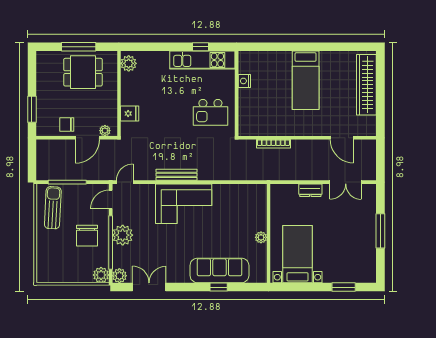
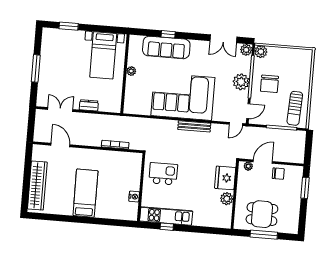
plant: (129, 63) -> (227, 199), moved
fridge: (130, 114) -> (225, 178), width x1.88, depth x1.34
corner sofa: (184, 204) -> (183, 97), width x1.36, depth x1.36
chair: (87, 236) -> (269, 84), turned 180

